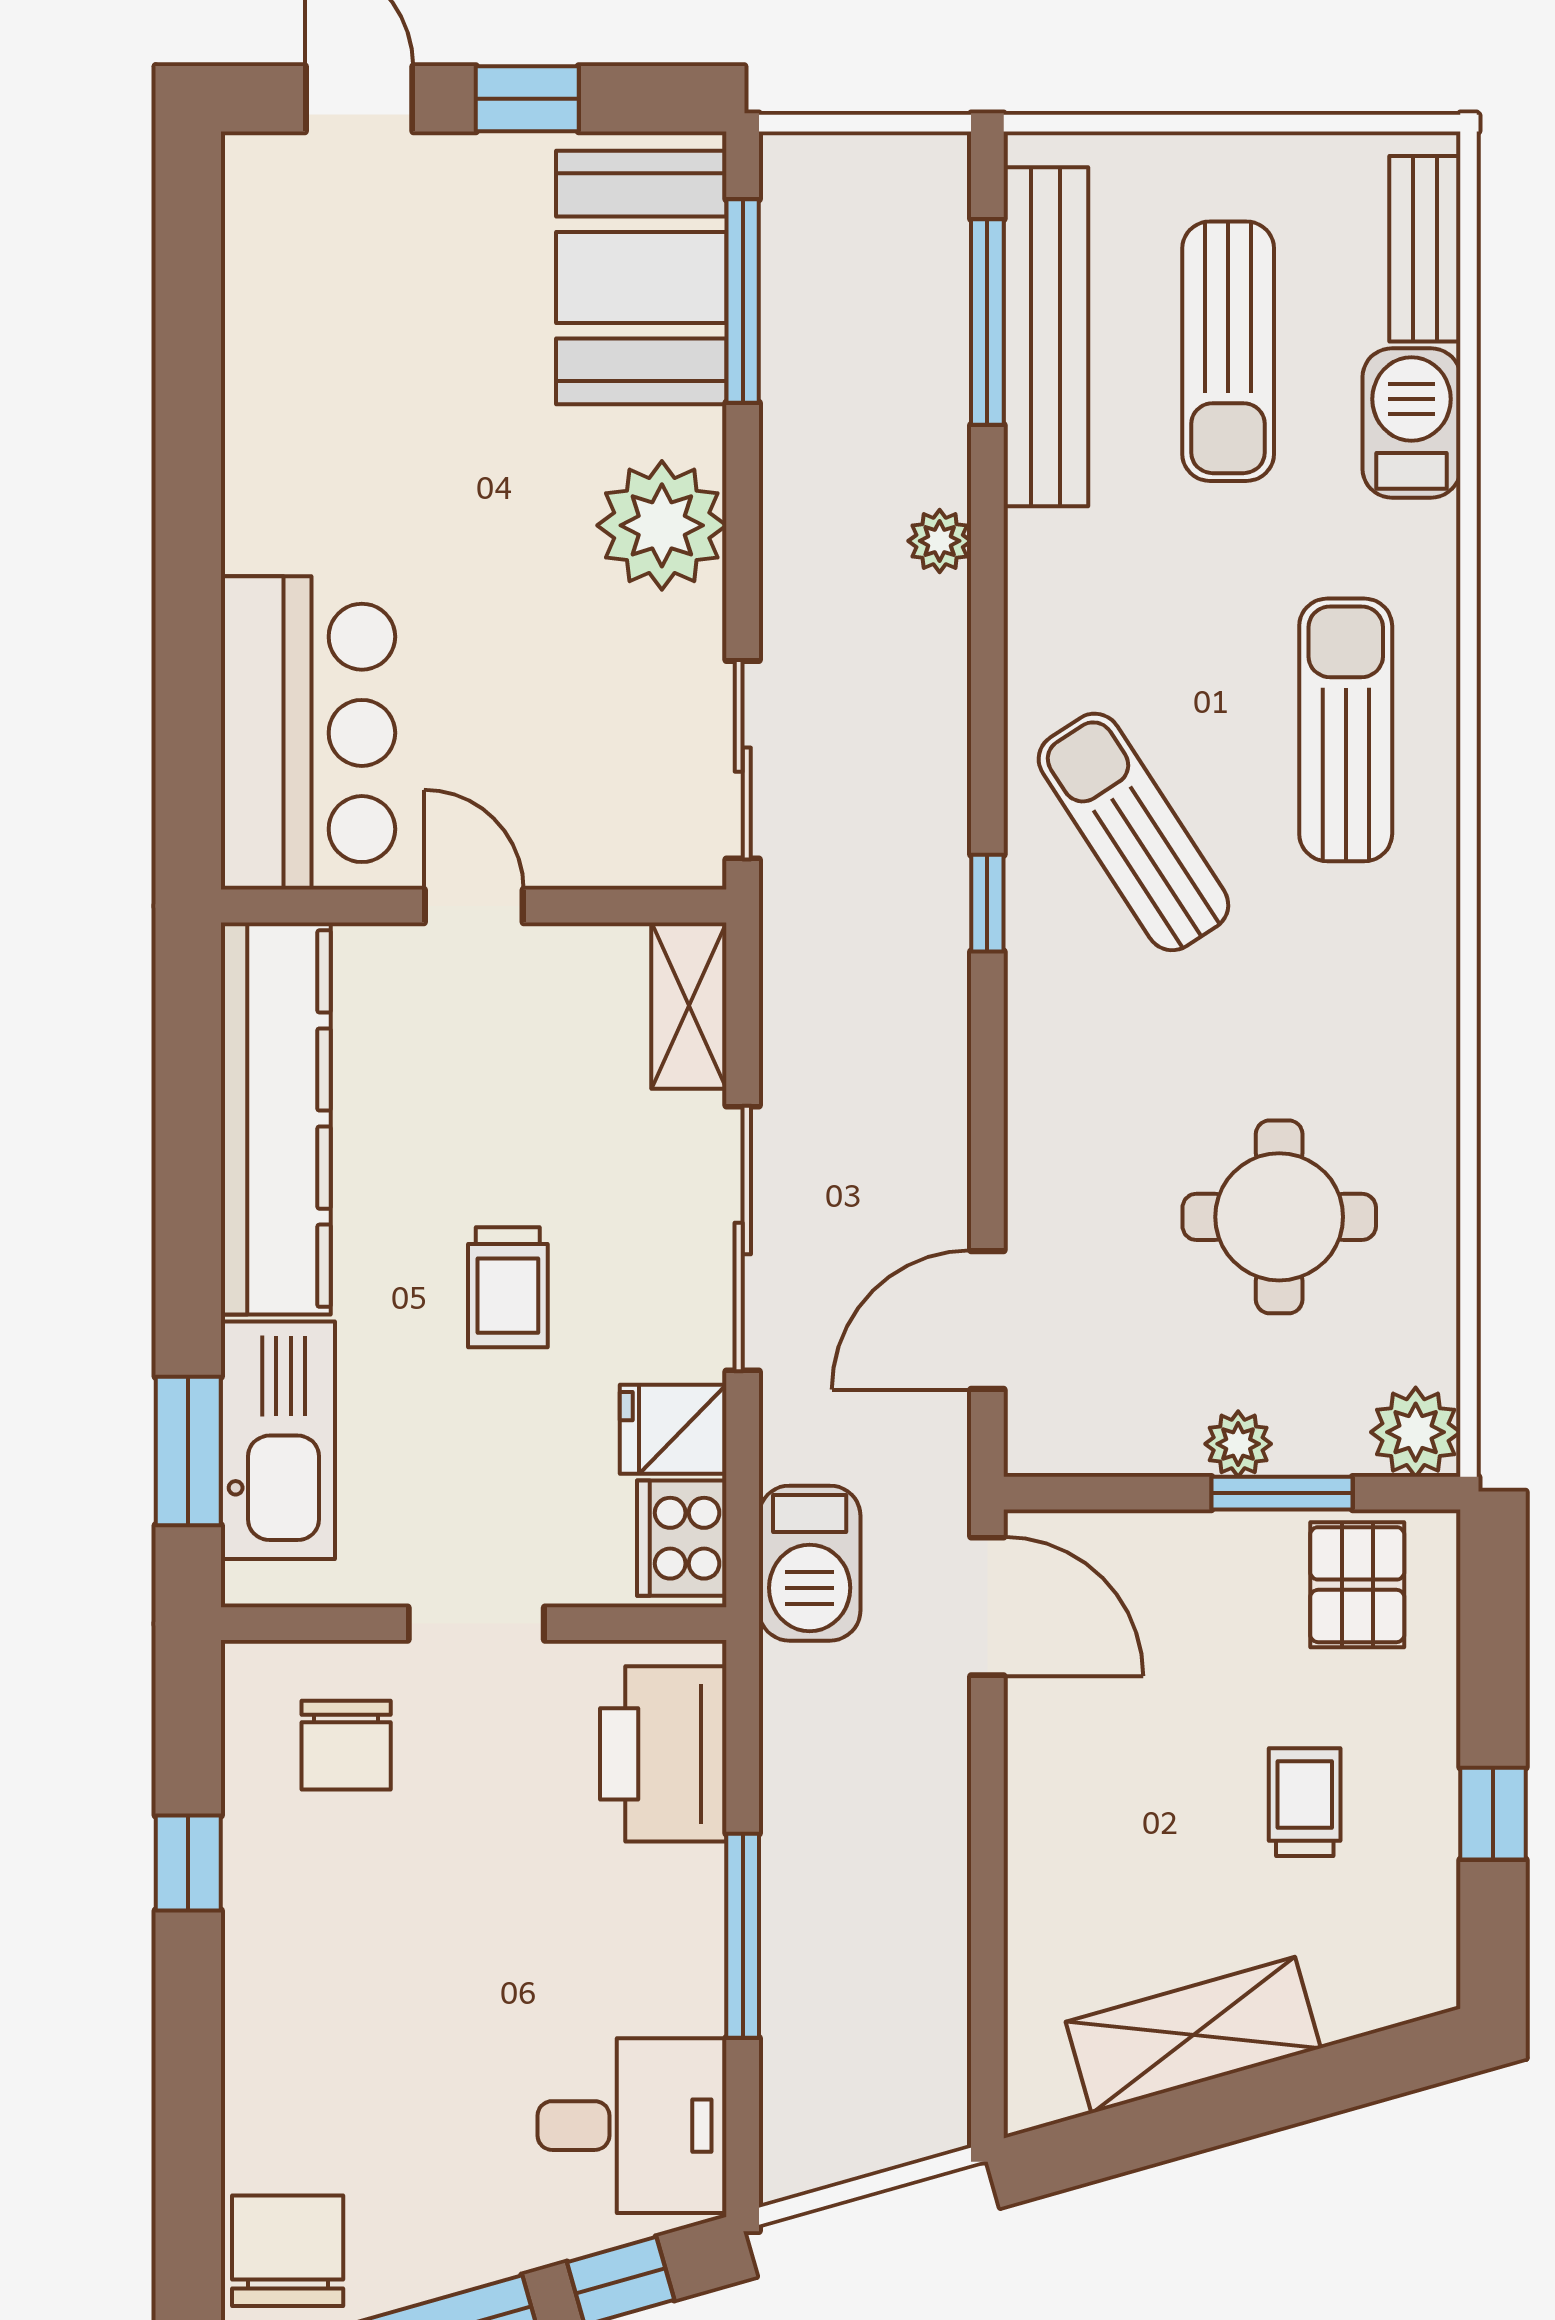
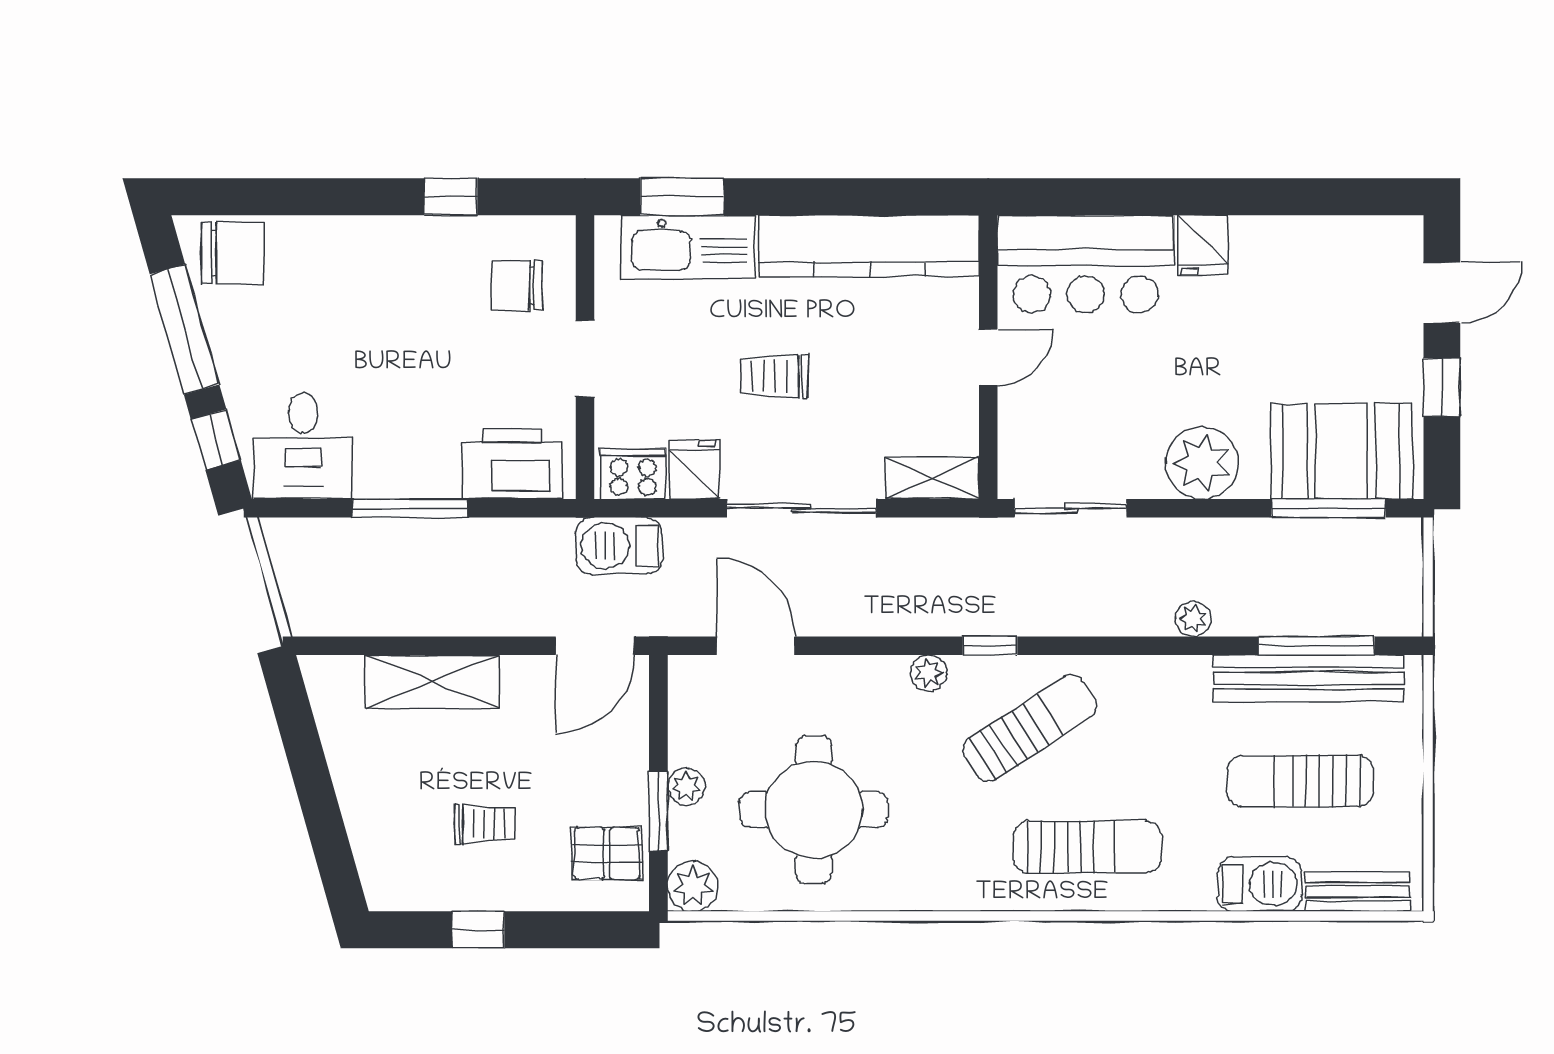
fridge: (274, 525) -> (1203, 245), added
plant: (1036, 1012) -> (929, 673), added
round table: (1279, 1217) -> (814, 810), width x1.36, depth x1.36
shelving: (1193, 2035) -> (432, 682), moved, turned -74

